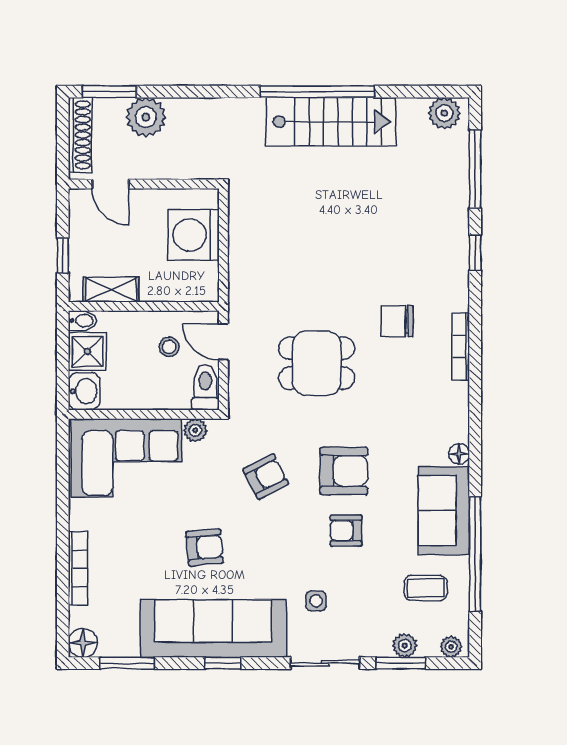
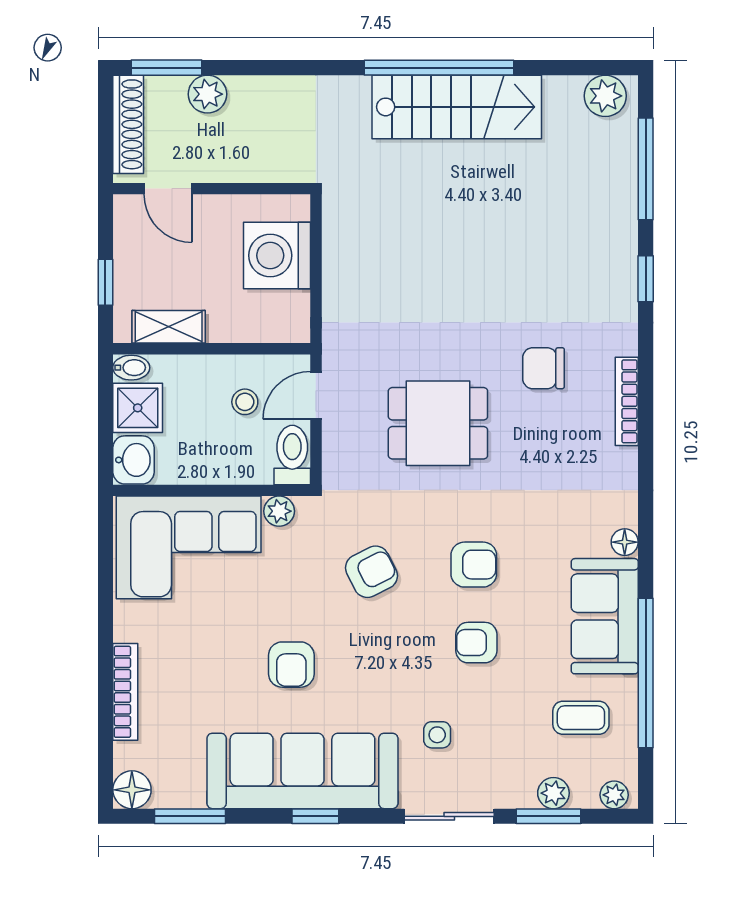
plant: (146, 117) -> (207, 94), width x0.73, depth x0.73
door: (223, 342) -> (316, 395), hinge flipped
armchair: (344, 471) -> (474, 565), width x0.72, depth x0.72
armchair: (205, 547) -> (291, 665), turned 95

